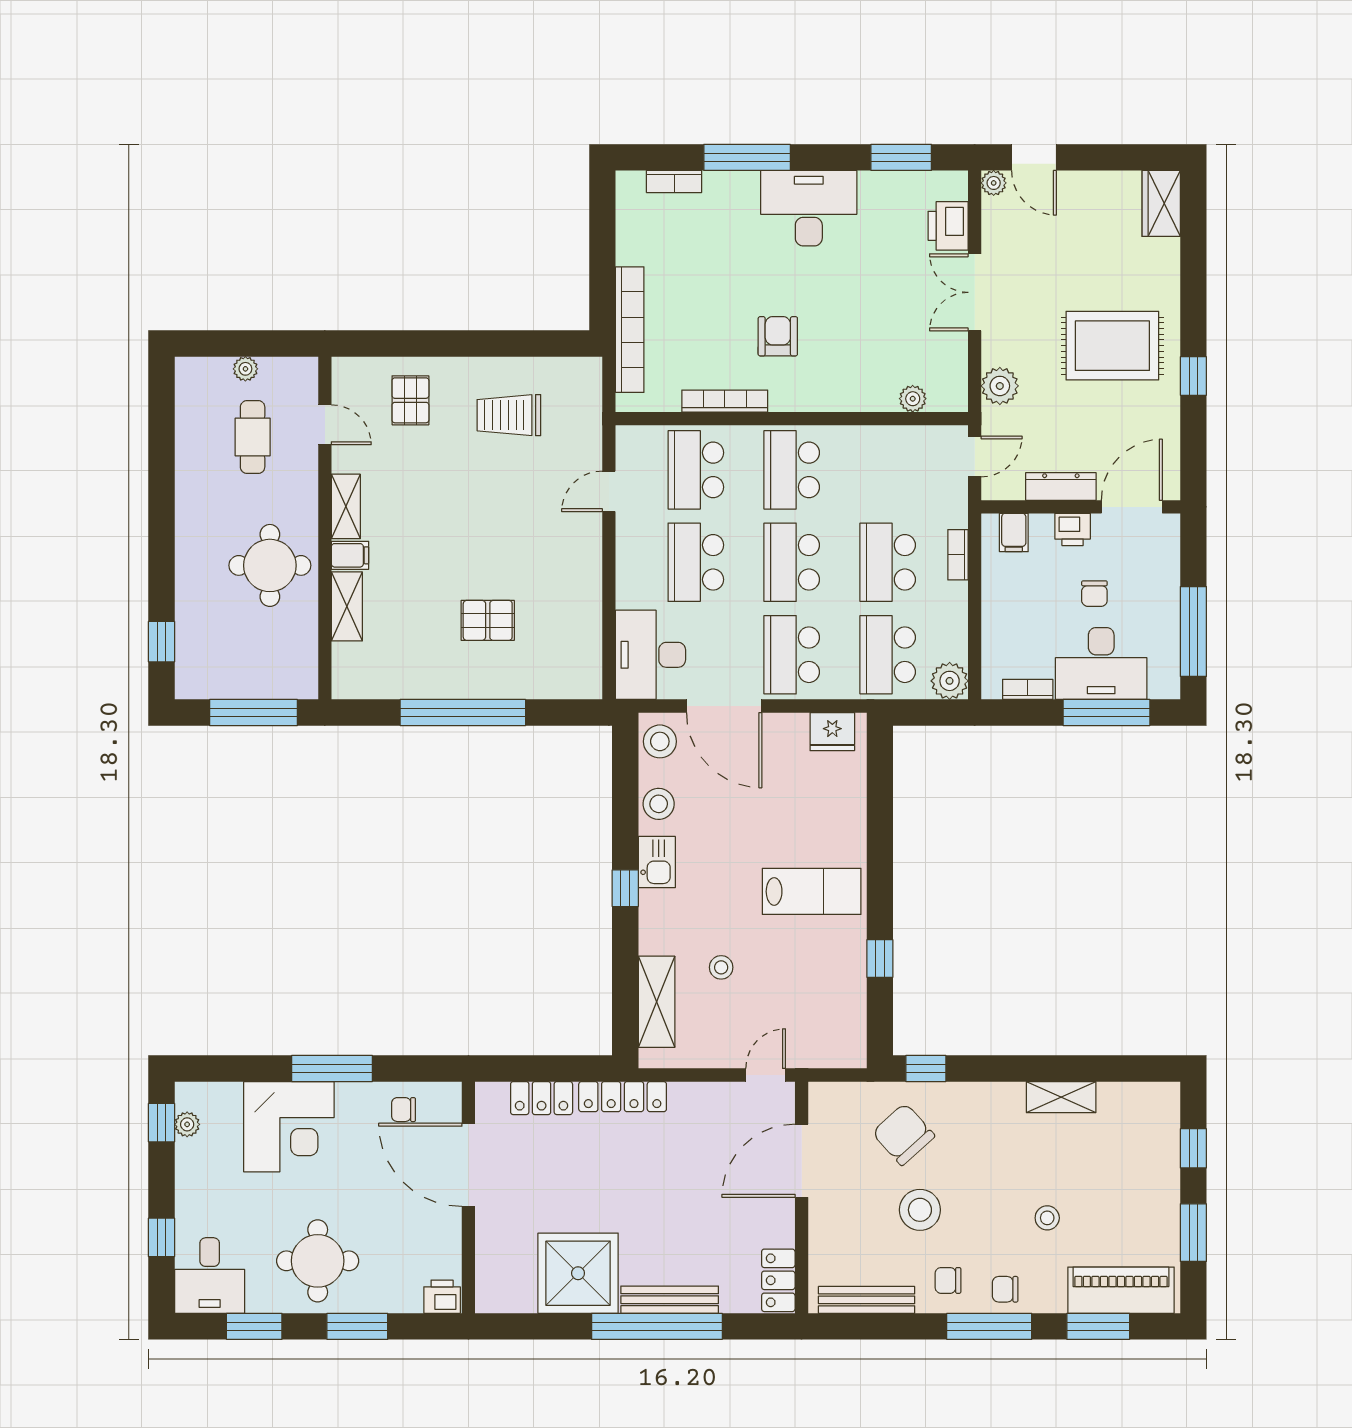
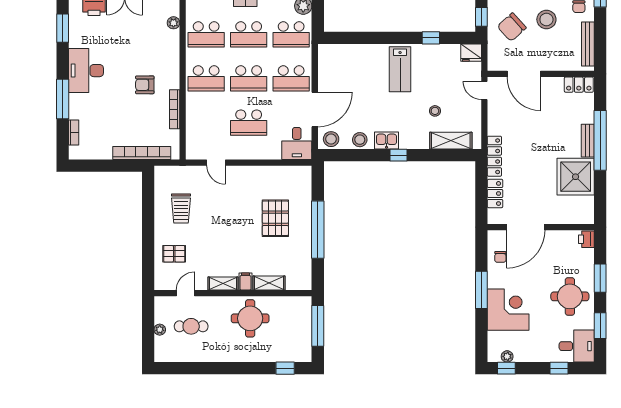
school desk: (696, 470) -> (206, 34), moved
pallet: (488, 620) -> (275, 218), width x1.50, depth x1.42
desk: (650, 655) -> (297, 143), width x0.73
fridge: (832, 732) -> (471, 53), moved, turned 90
lab bench: (812, 891) -> (400, 69), turned 180
bench: (670, 1300) -> (588, 141), width x0.73

